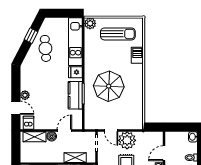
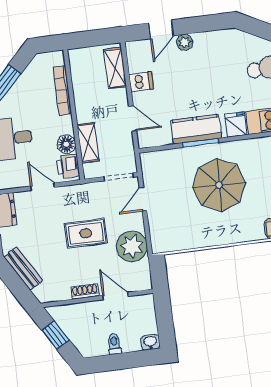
dishwasher: (28, 123) -> (141, 82), moved
boiler: (52, 136) -> (120, 98), removed
plant: (127, 140) -> (132, 246), moved

